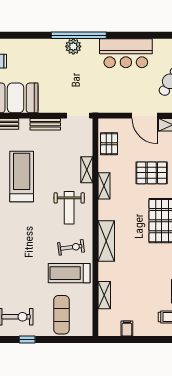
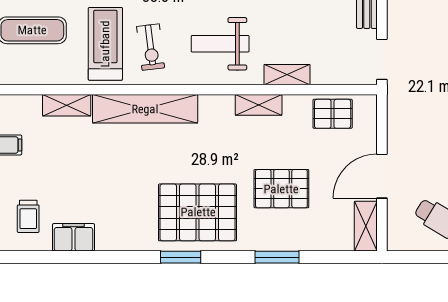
pallet: (152, 173) -> (281, 189), turned 90
shelving: (106, 241) -> (145, 109), width x1.47

